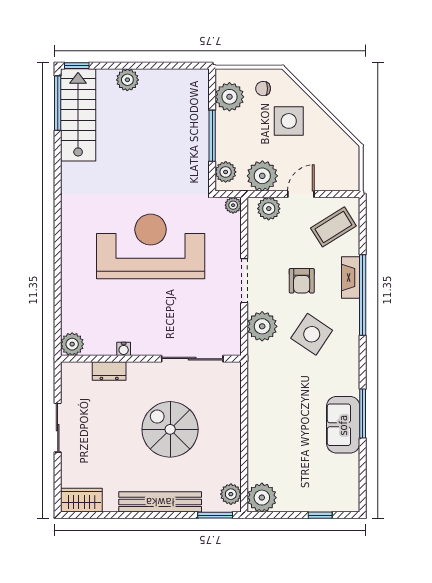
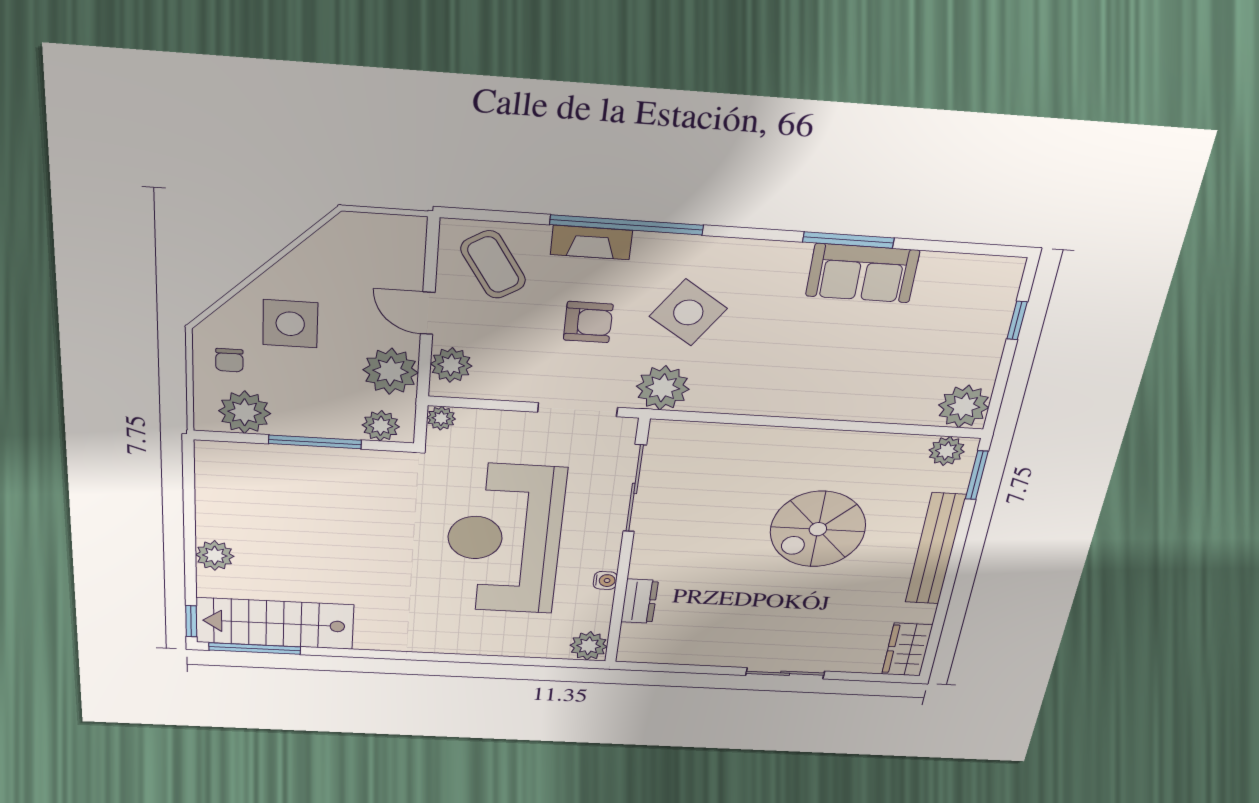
plant: (72, 344) -> (589, 646), moved
water cooler: (124, 349) -> (605, 580), moved
wall: (151, 359) -> (627, 545), moved
sliding door: (192, 359) -> (635, 488), moved
dresser: (109, 371) -> (640, 601), moved

